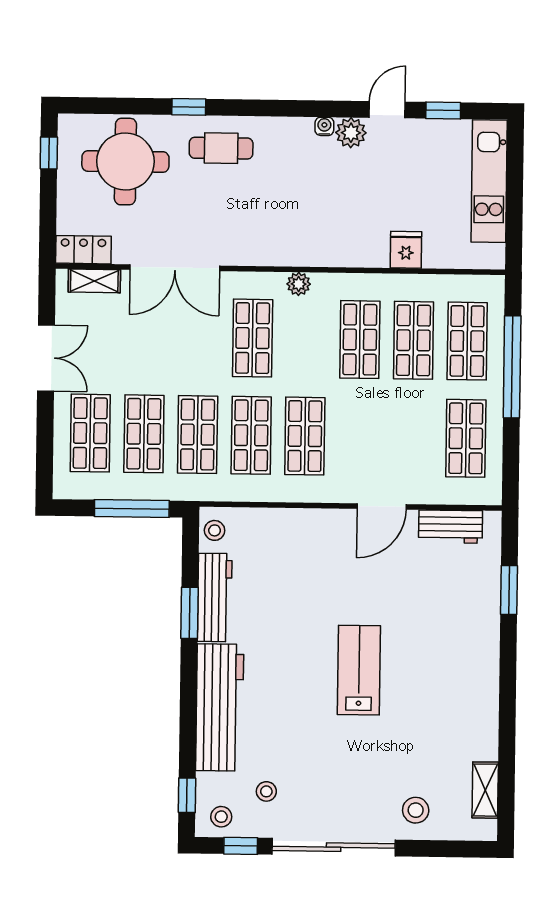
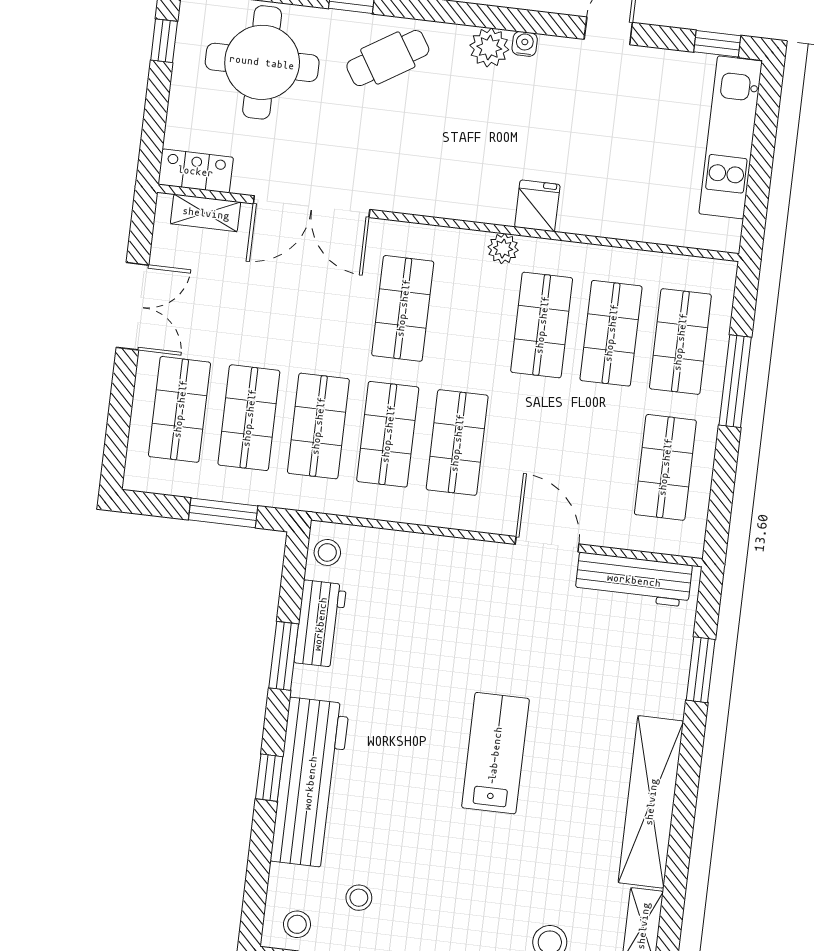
window: (443, 110) -> (717, 44), moved
plant: (351, 133) -> (489, 48), moved
cafe table: (221, 148) -> (388, 58), turned -32
fridge: (406, 250) -> (537, 206), moved
plant: (299, 284) -> (503, 249), moved
window: (512, 367) -> (735, 381), width x0.68
door: (382, 506) -> (547, 544), swing flipped
window: (132, 509) -> (223, 513), width x0.69
workbench: (451, 527) -> (634, 580), width x1.37
workbench: (215, 597) -> (320, 624), width x0.73
shelving: (482, 695) -> (651, 802), added
window: (187, 795) -> (269, 778), moved

